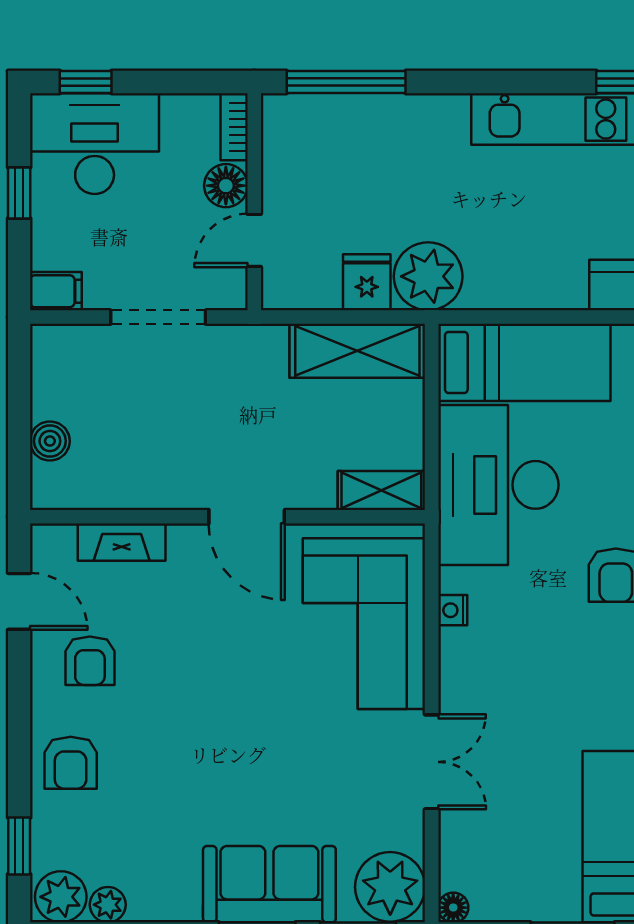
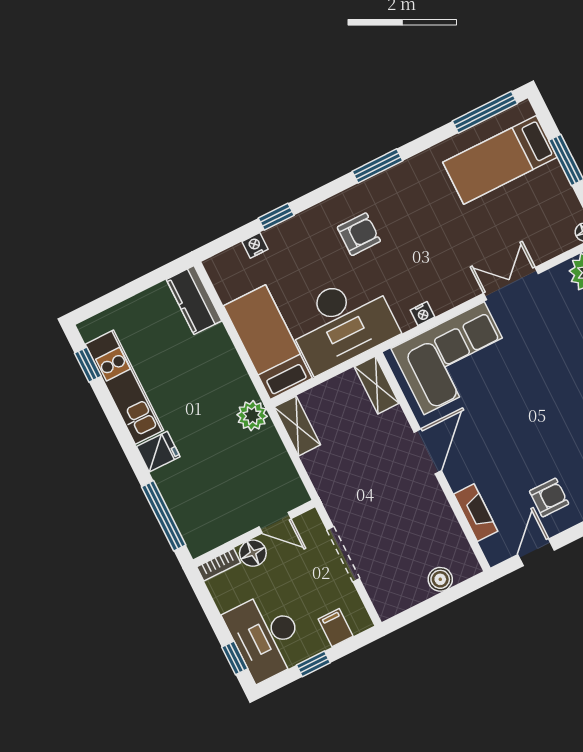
plant: (428, 276) -> (252, 416), width x0.73, depth x0.73
fridge: (367, 282) -> (158, 452), moved, turned 180
filing cabinet: (56, 291) -> (336, 628), moved
shelving: (357, 351) -> (297, 426), width x0.67, depth x0.75

